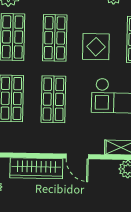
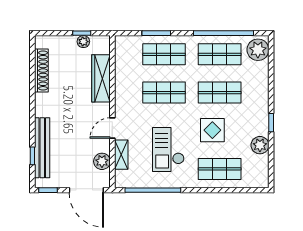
door: (77, 156) -> (112, 128), moved

